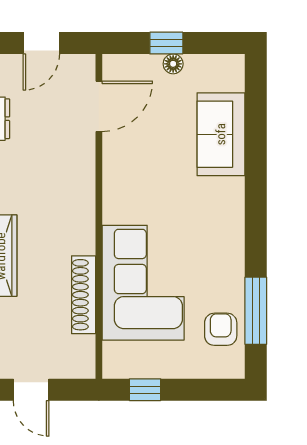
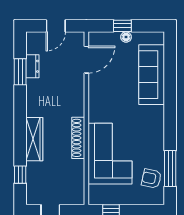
sofa: (221, 134) -> (152, 75), width x1.36
shoe rack: (84, 295) -> (78, 138), moved
armchair: (221, 329) -> (151, 178), turned -78

